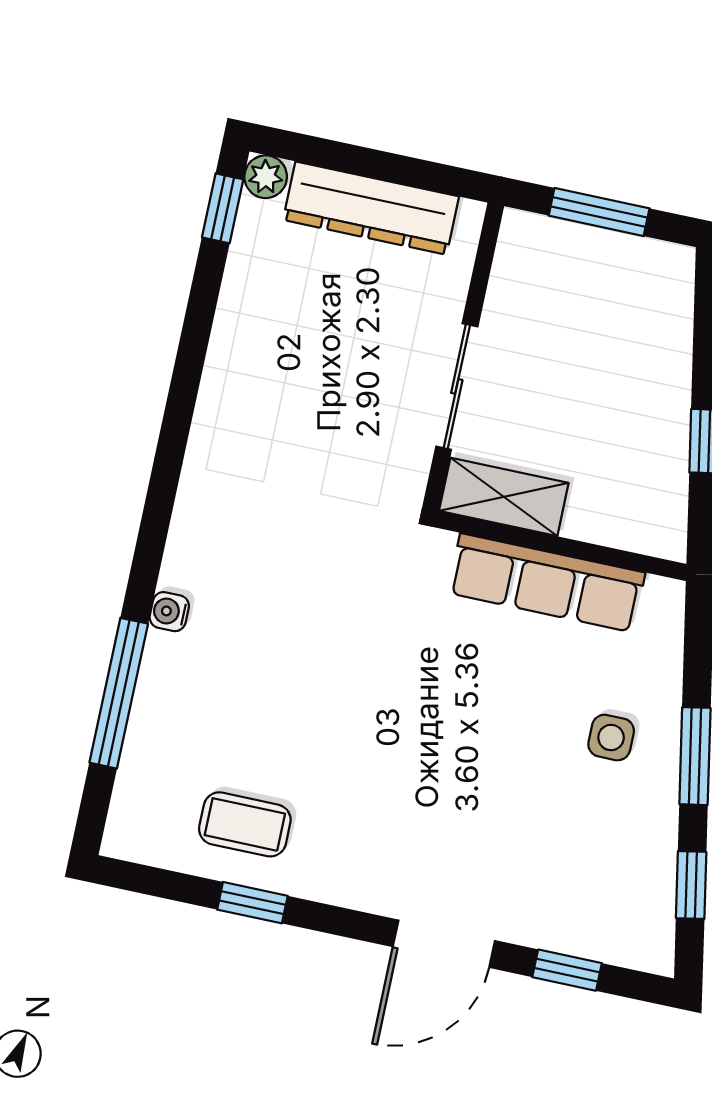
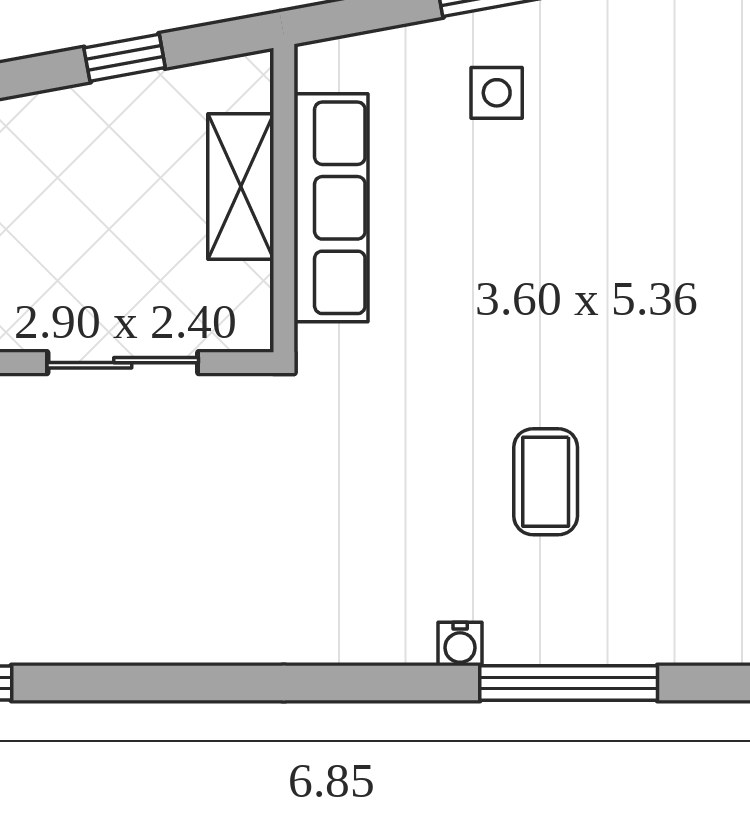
shelving: (504, 497) -> (241, 187), moved
coffee table: (245, 824) -> (546, 482), moved

